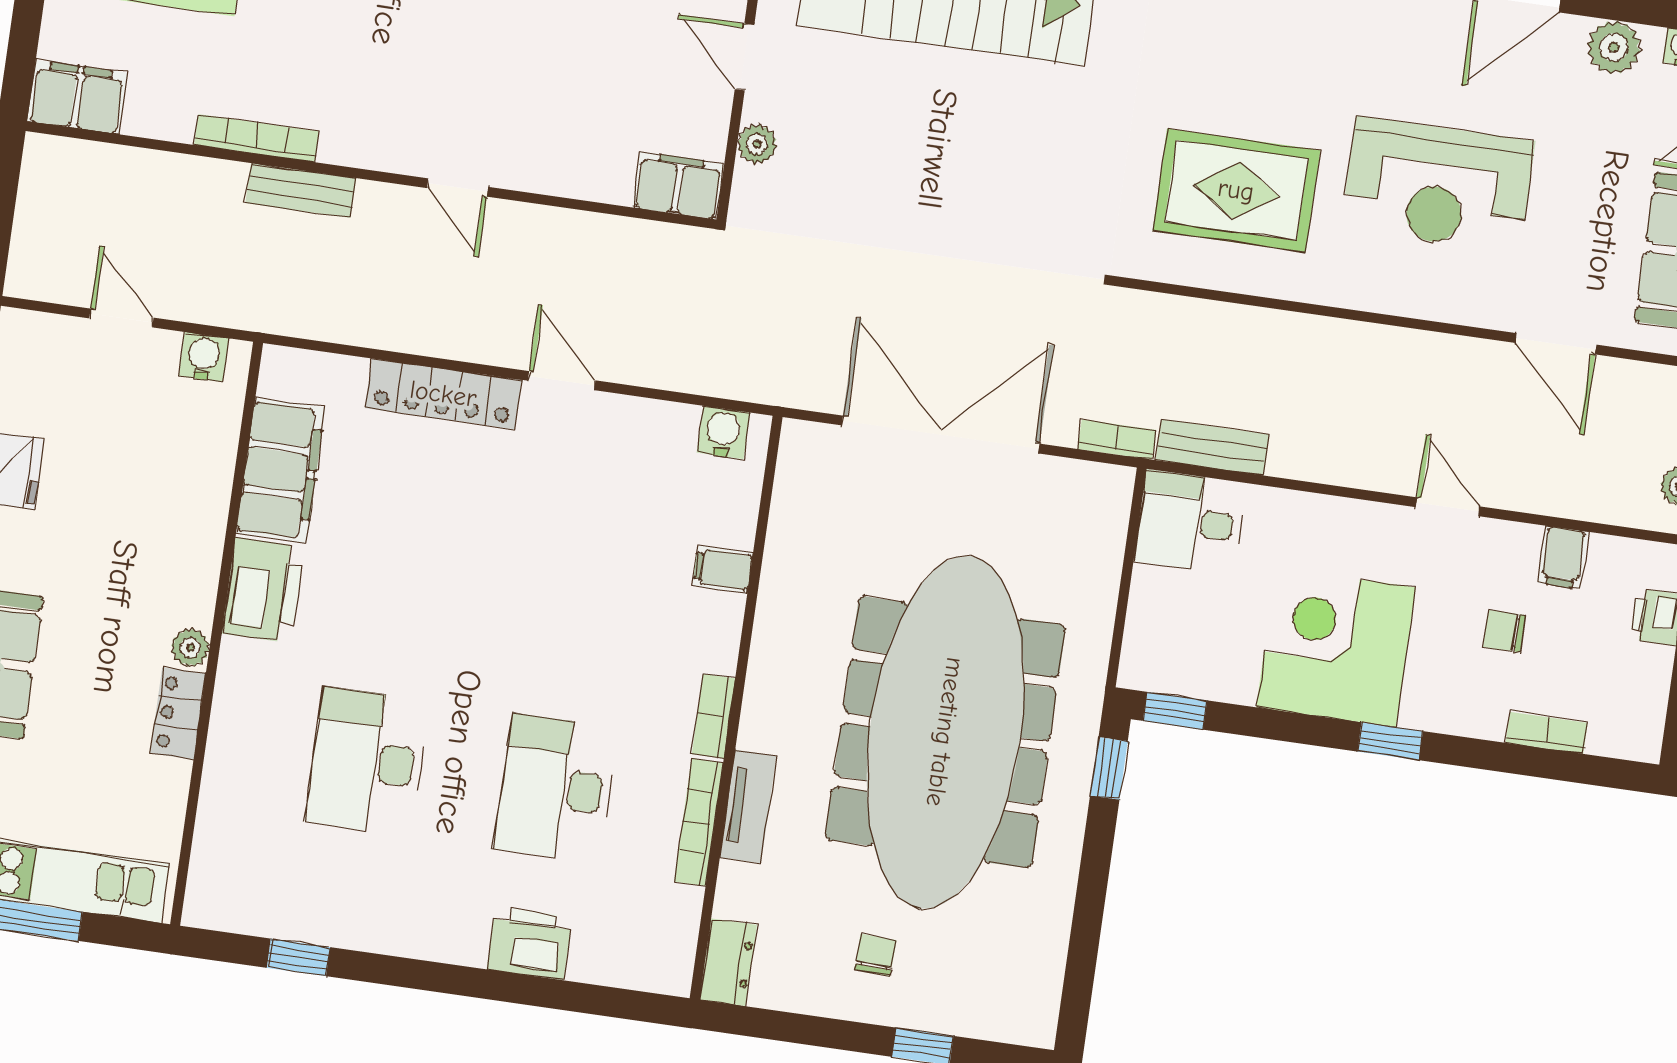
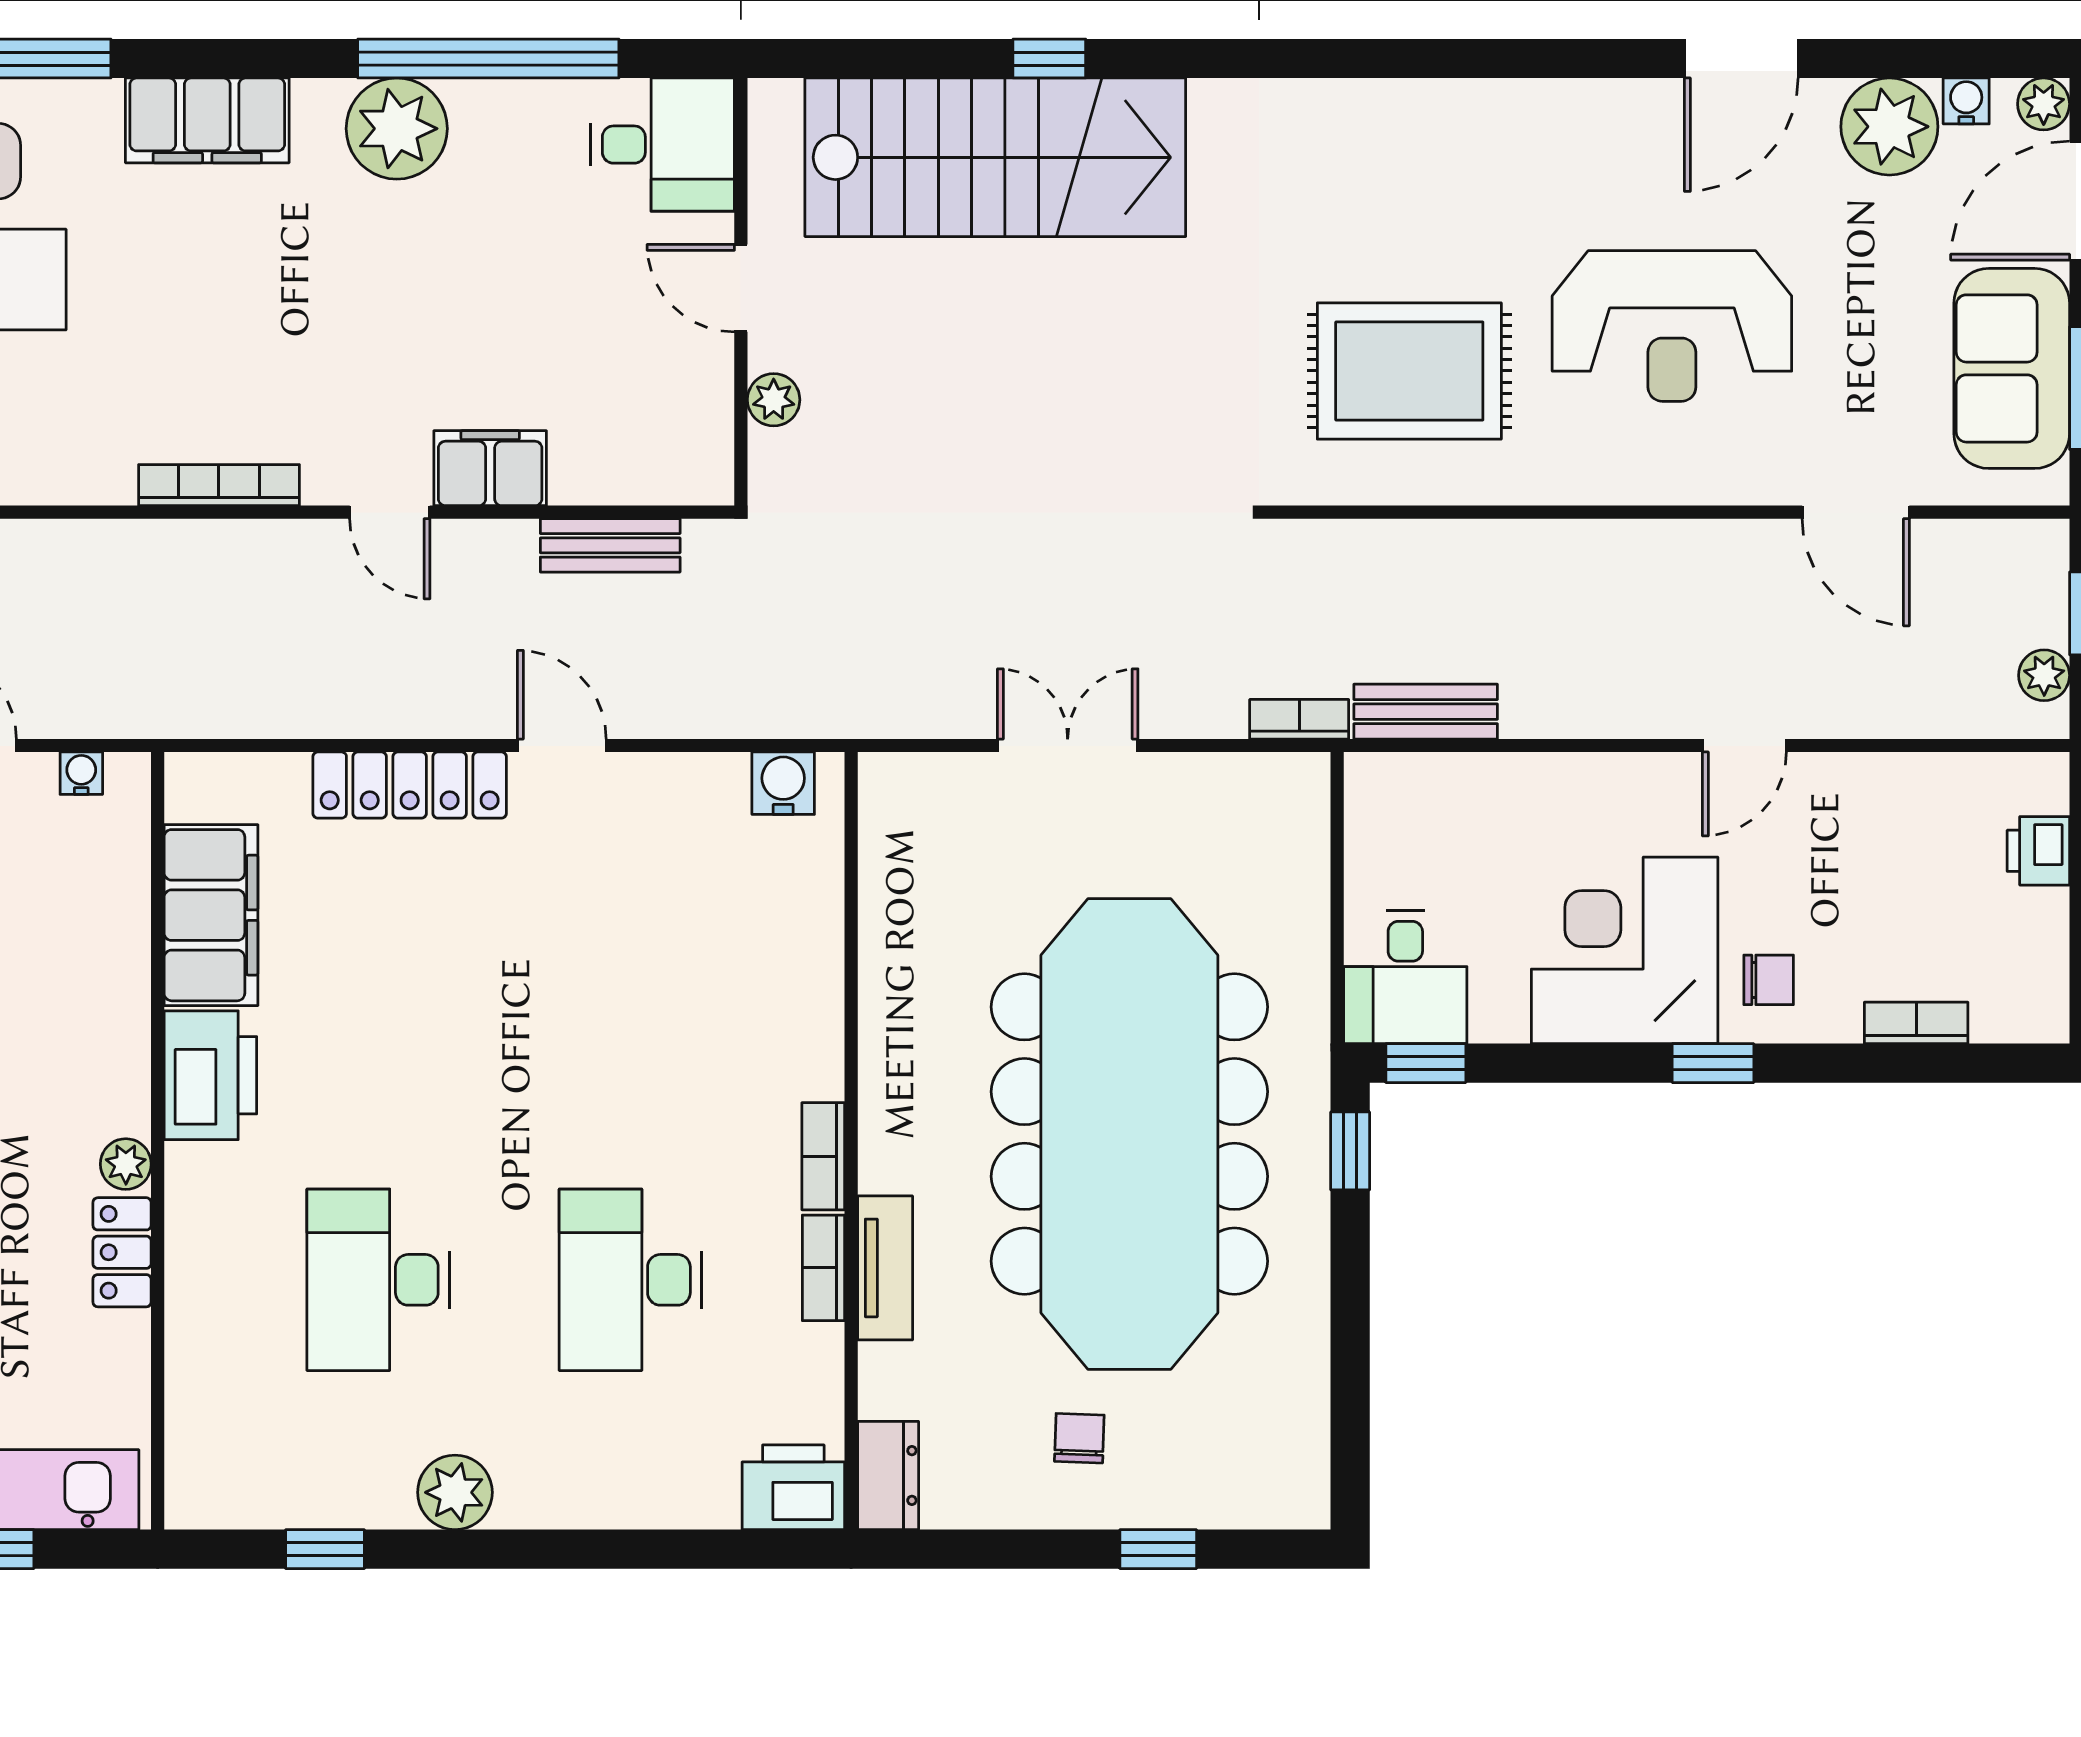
plant: (1614, 47) -> (1889, 127), width x1.36, depth x1.36
bookcase: (257, 138) -> (219, 485), moved
filing cabinet: (678, 185) -> (490, 468), moved
bench: (301, 190) -> (610, 545), moved
water cooler: (204, 357) -> (81, 773), width x0.72, depth x0.72
double door: (941, 435) -> (1068, 746), width x0.54
door: (1448, 507) -> (1744, 746), swing flipped
desk: (1190, 522) -> (1405, 977), moved, turned -90
filing cabinet: (1563, 557) -> (1905, 790), removed
filing cabinet: (723, 569) -> (808, 962), removed
chair: (1504, 631) -> (1769, 980), moved, turned 180
bookcase: (699, 822) -> (823, 1268), width x0.64
plant: (402, 929) -> (455, 1492), added
printer: (529, 943) -> (793, 1487), moved

